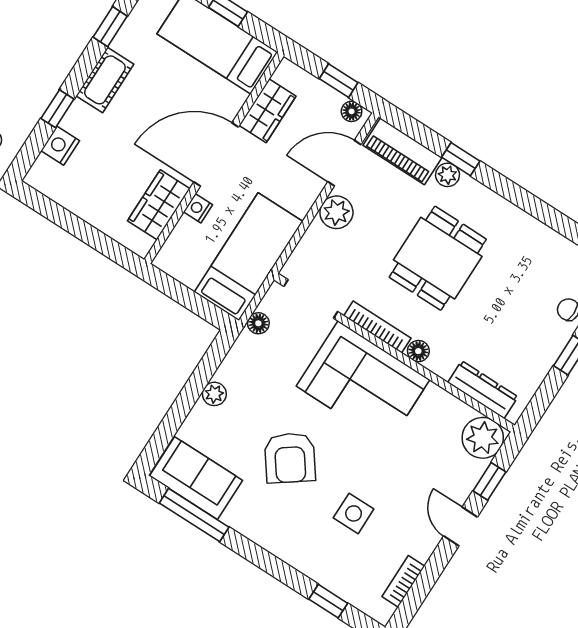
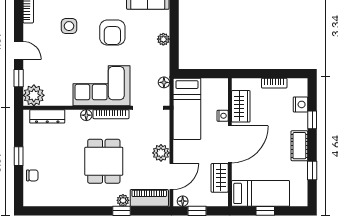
bookcase: (80, 208) -> (274, 83), added
armchair: (290, 458) -> (112, 33), turned -144

